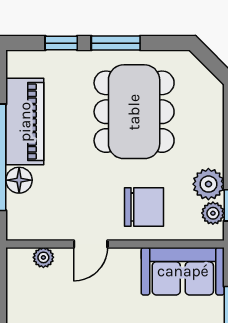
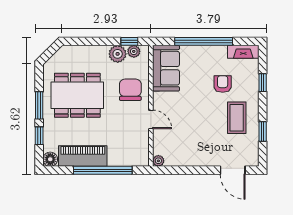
floor lamp: (19, 180) -> (50, 159), moved
plant: (43, 257) -> (158, 161), moved

